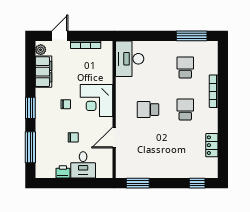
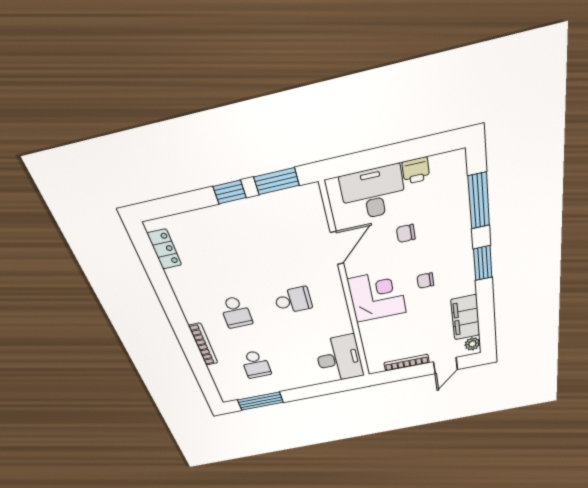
locker: (212, 145) -> (164, 249), moved
desk: (83, 165) -> (373, 193), width x1.37
window: (197, 183) -> (230, 192), moved

